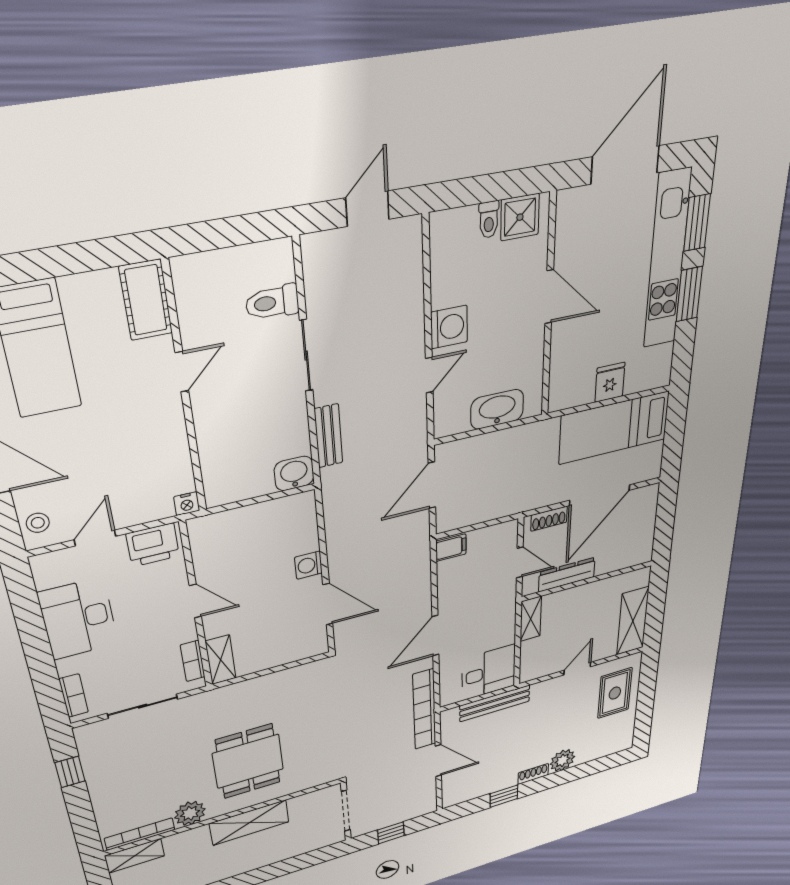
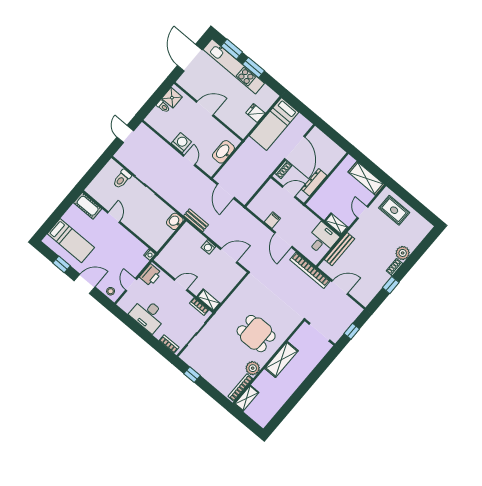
bench: (328, 436) -> (196, 220), moved
filing cabinet: (451, 548) -> (272, 220), moved
shelving: (531, 619) -> (336, 224), moved

